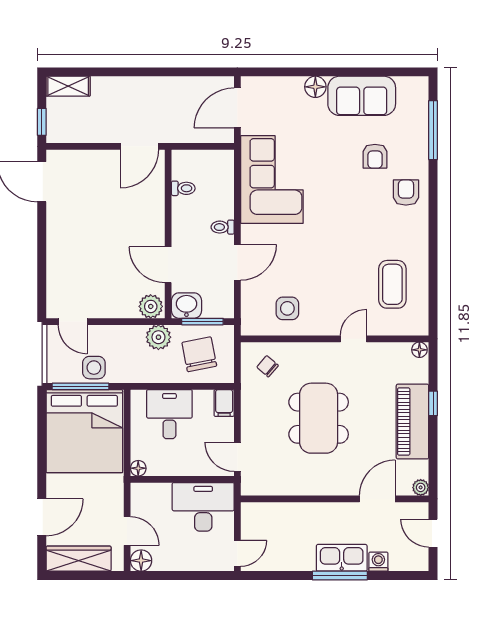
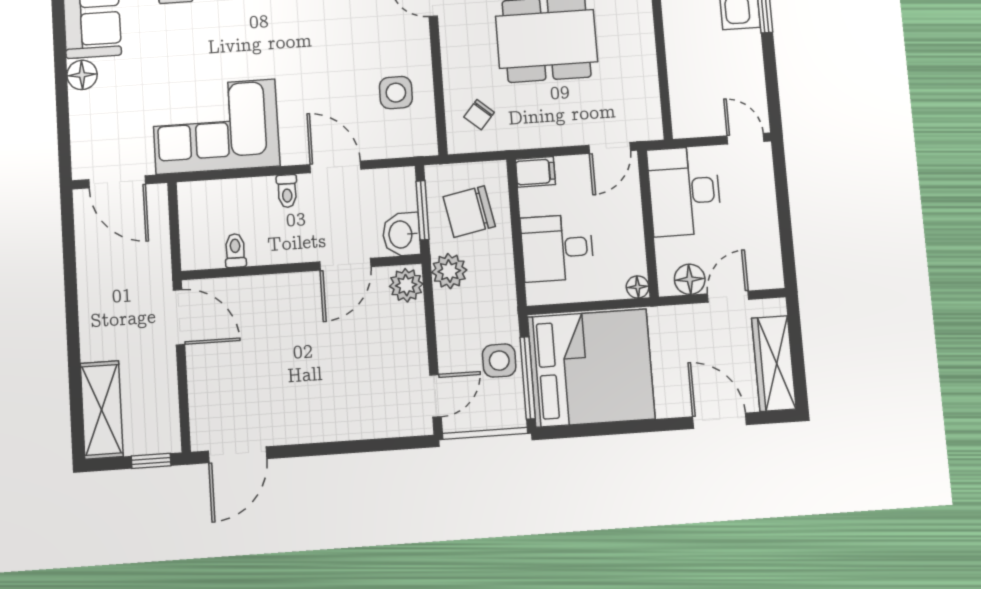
shelving: (68, 86) -> (102, 410), width x1.50, depth x1.33
floor lamp: (141, 561) -> (690, 279), moved

